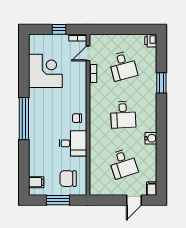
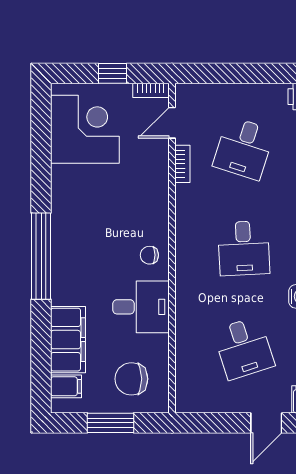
desk: (123, 66) -> (244, 148), turned 33
corner desk: (45, 71) -> (85, 129), moved
filing cabinet: (37, 159) -> (68, 340), added

